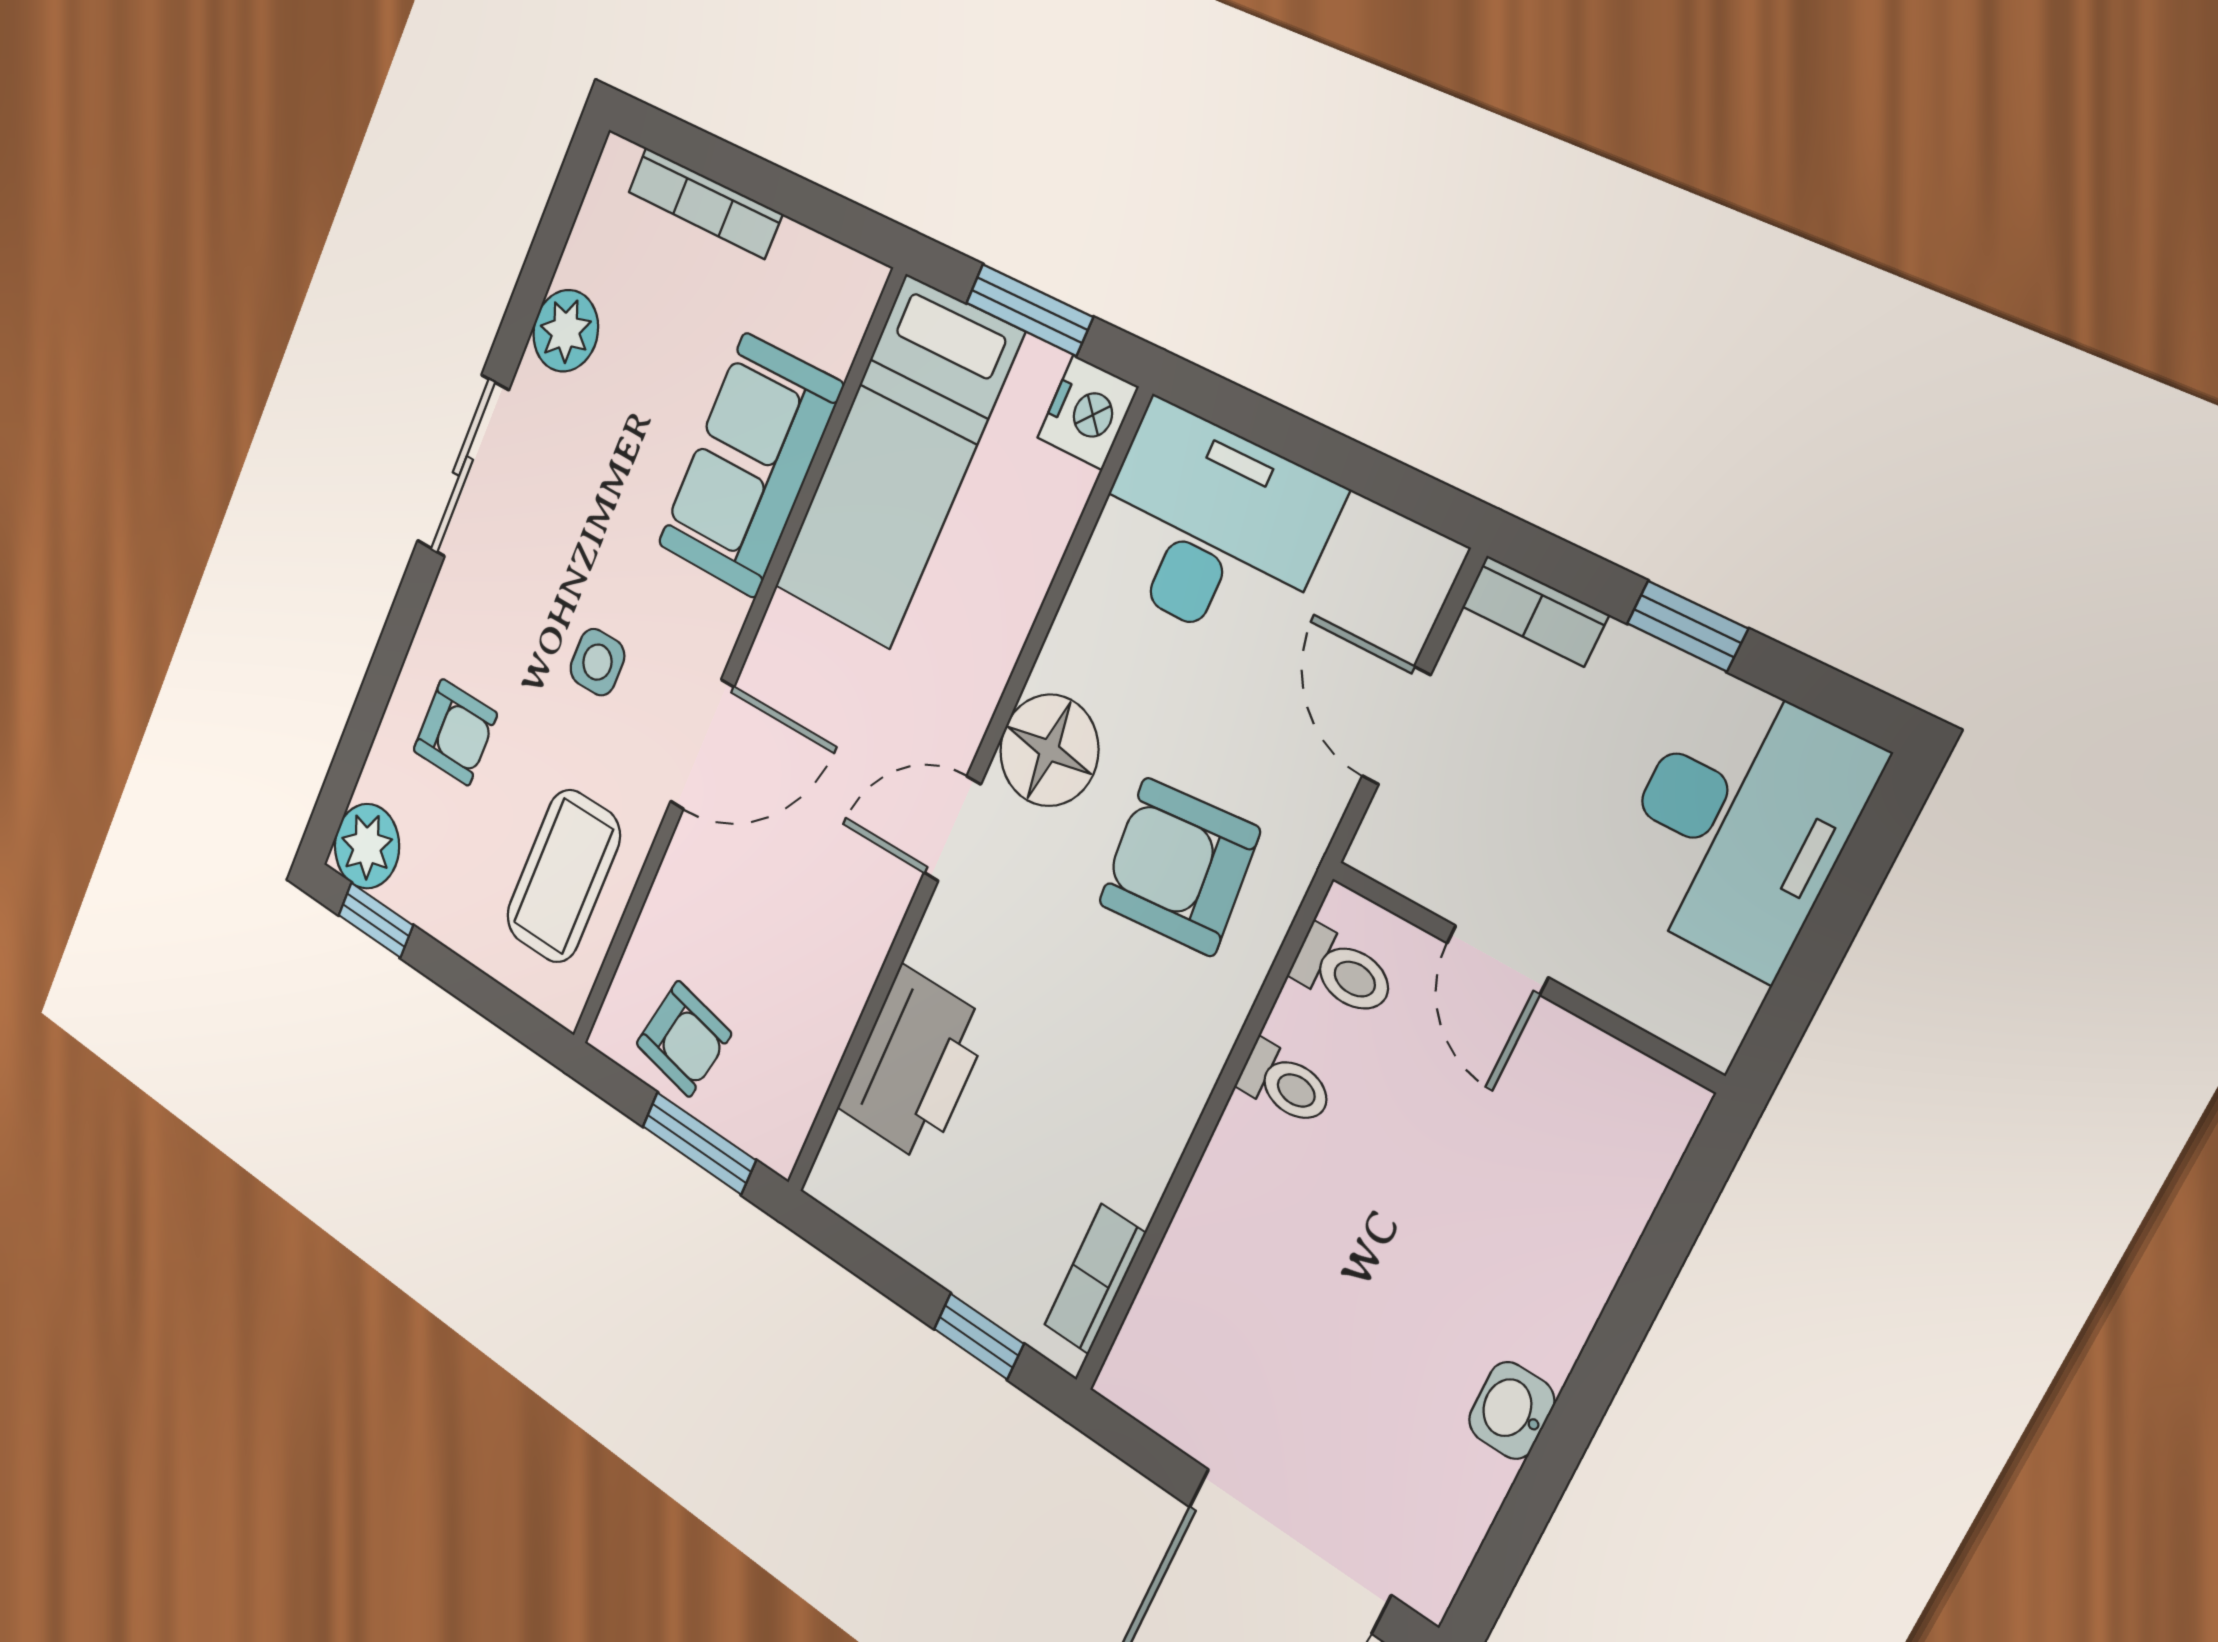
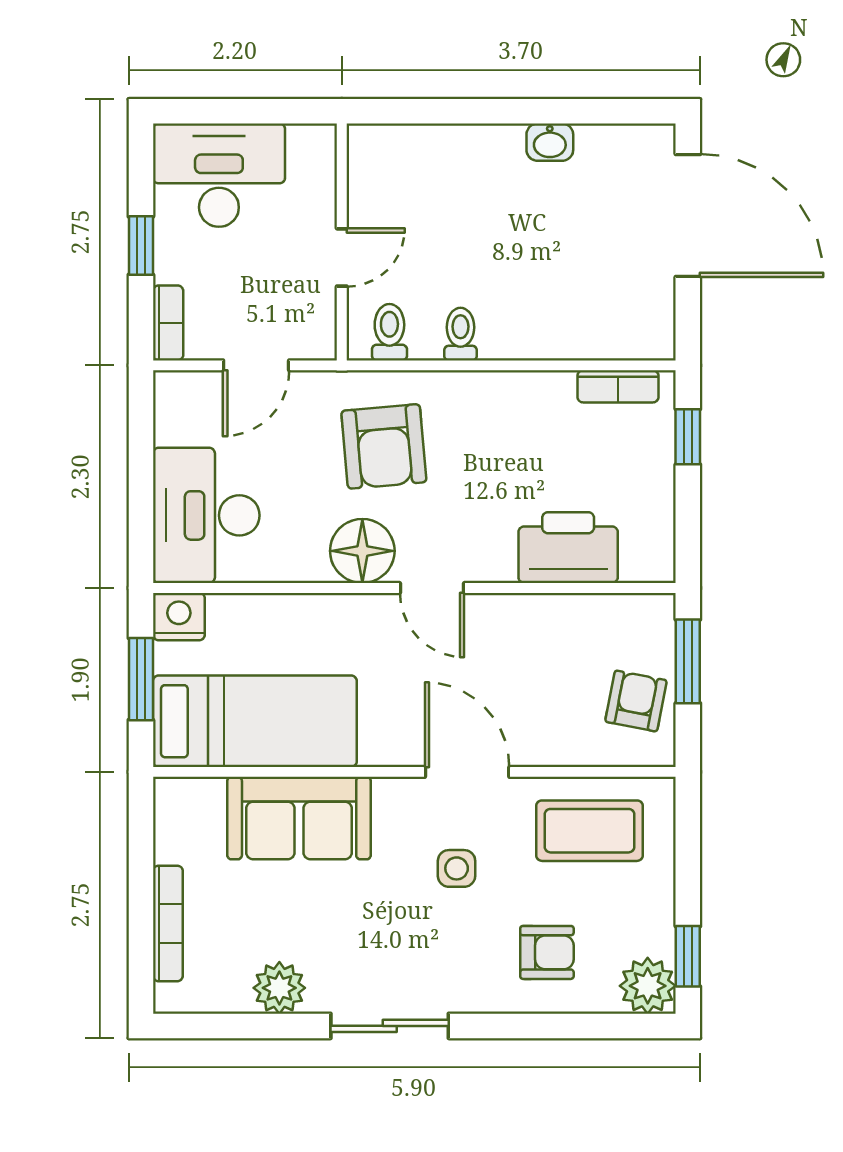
armchair: (455, 732) -> (547, 952), turned 90

